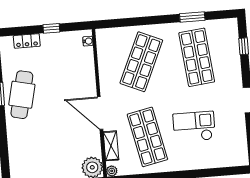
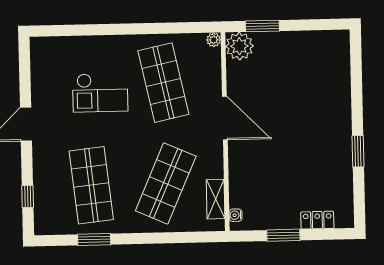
window: (51, 28) -> (283, 235), width x1.50
cafe table: (22, 95) -> (328, 149), removed
shelving: (111, 146) -> (216, 199), moved

